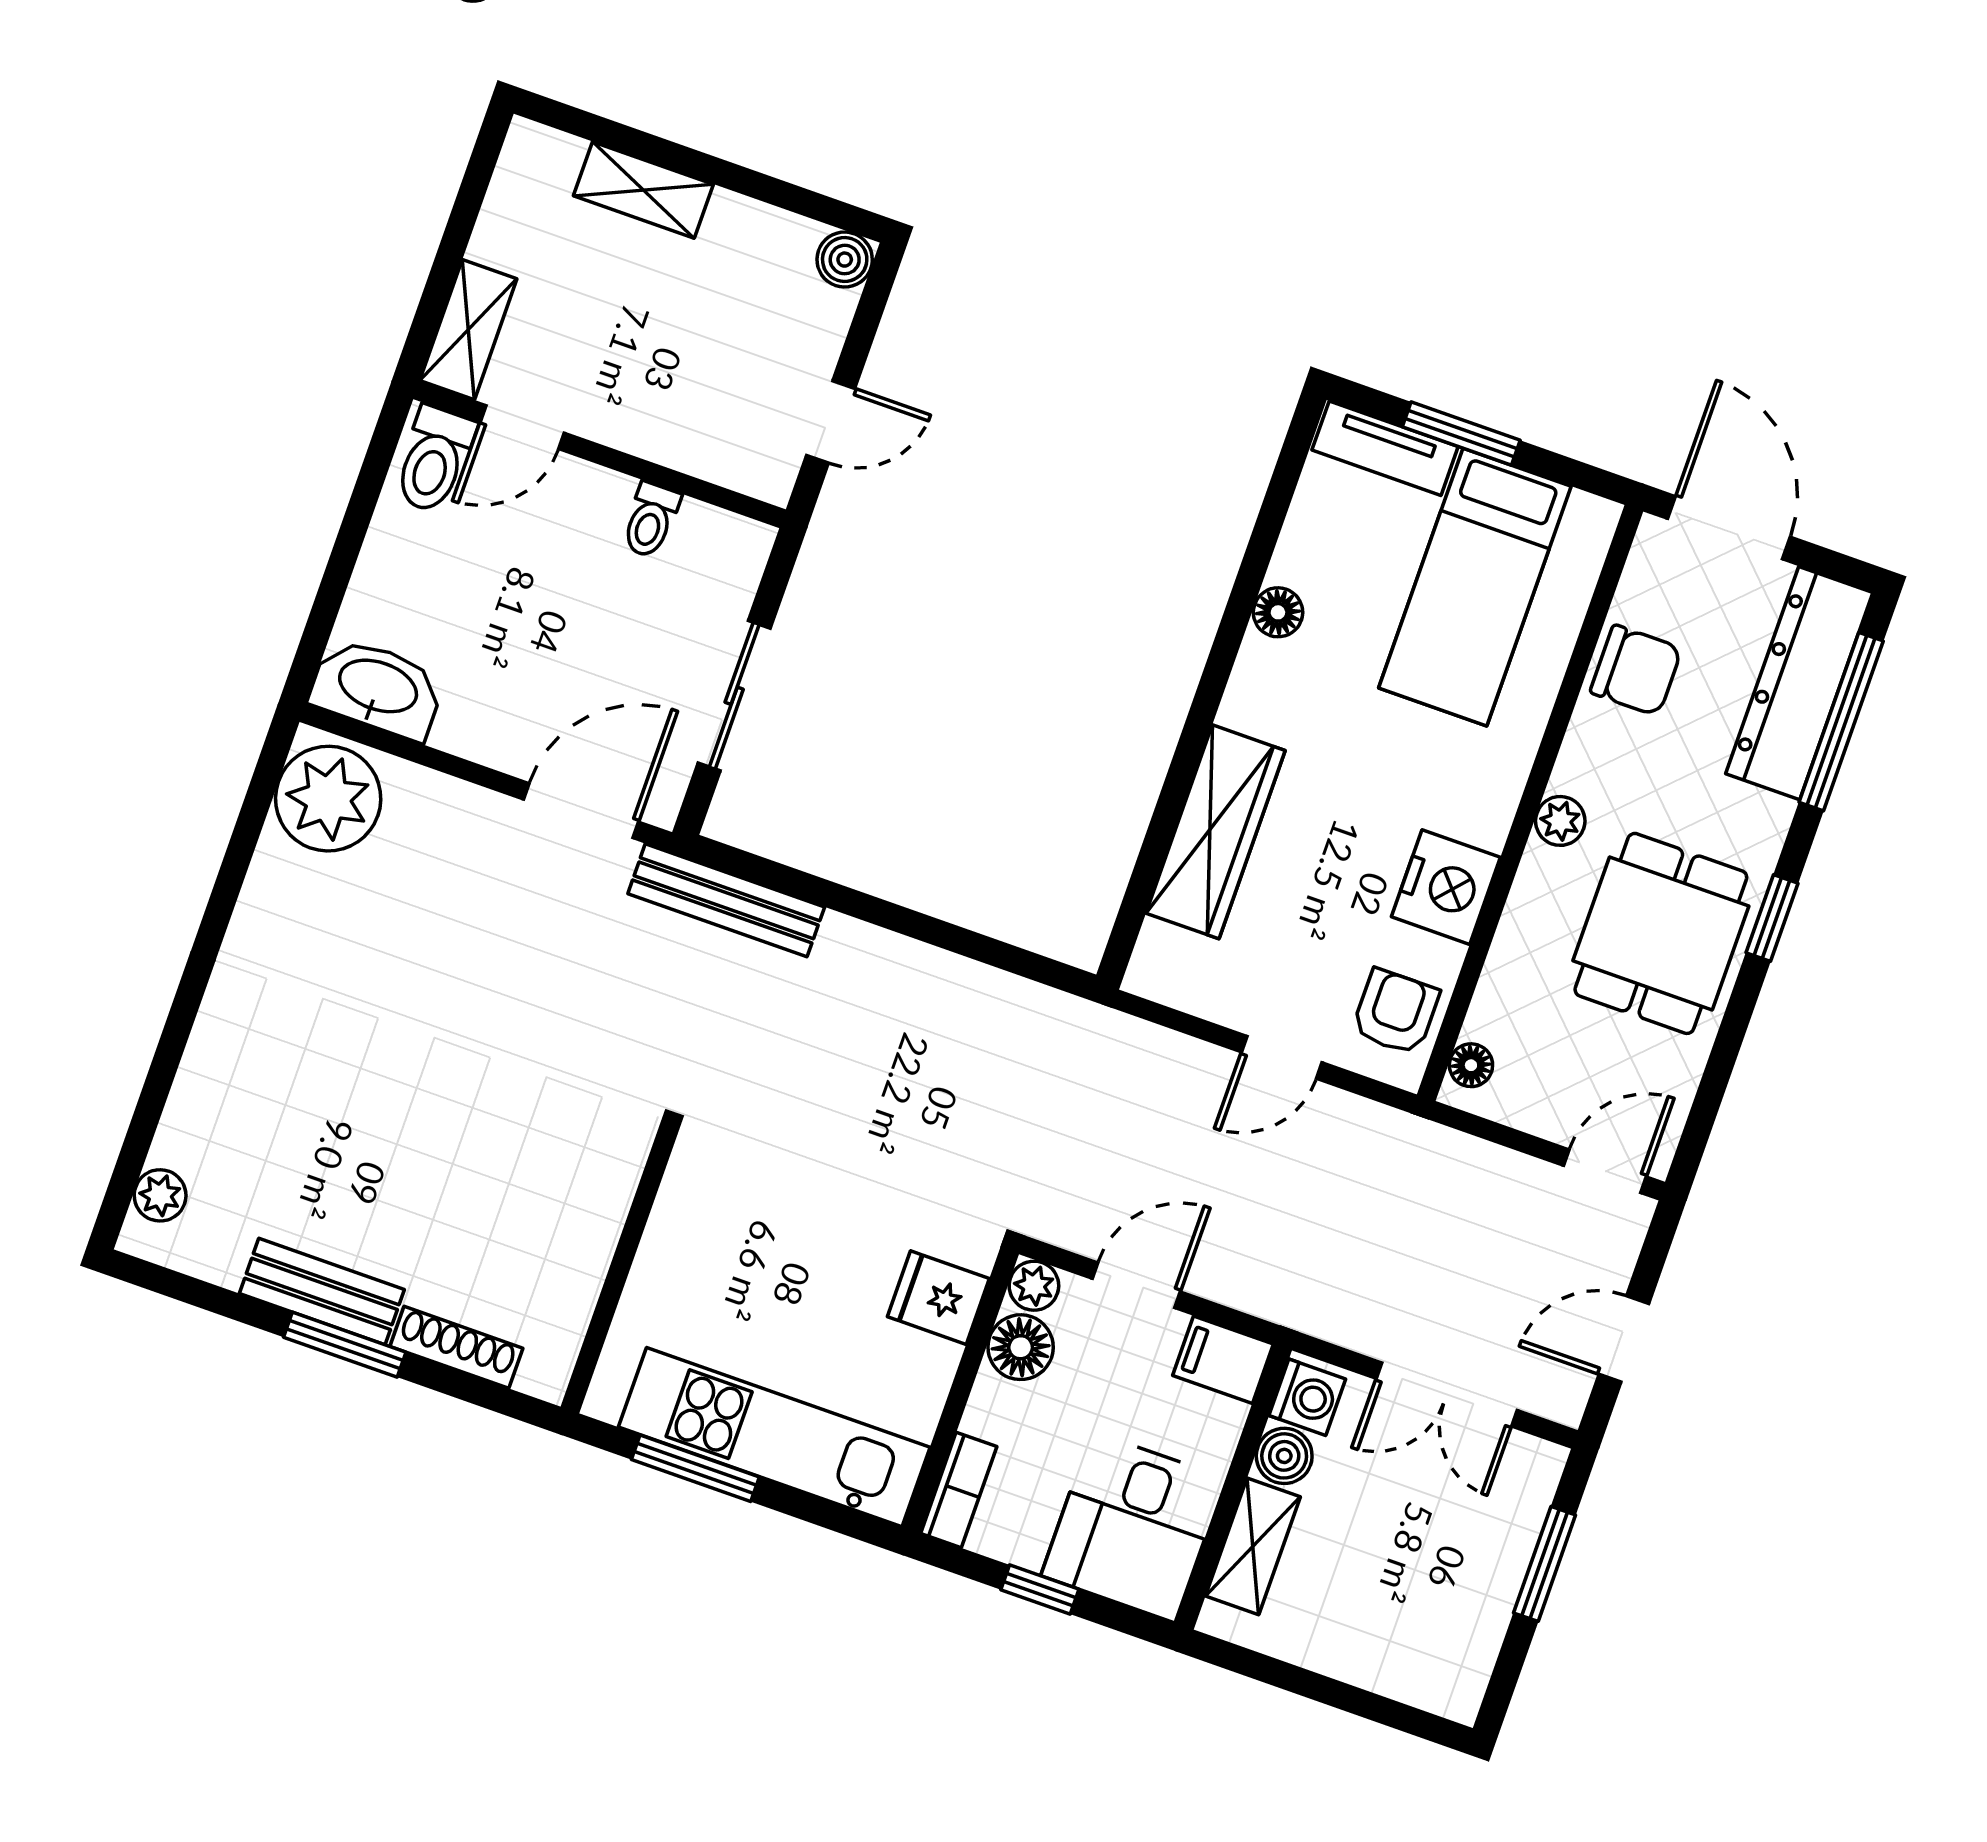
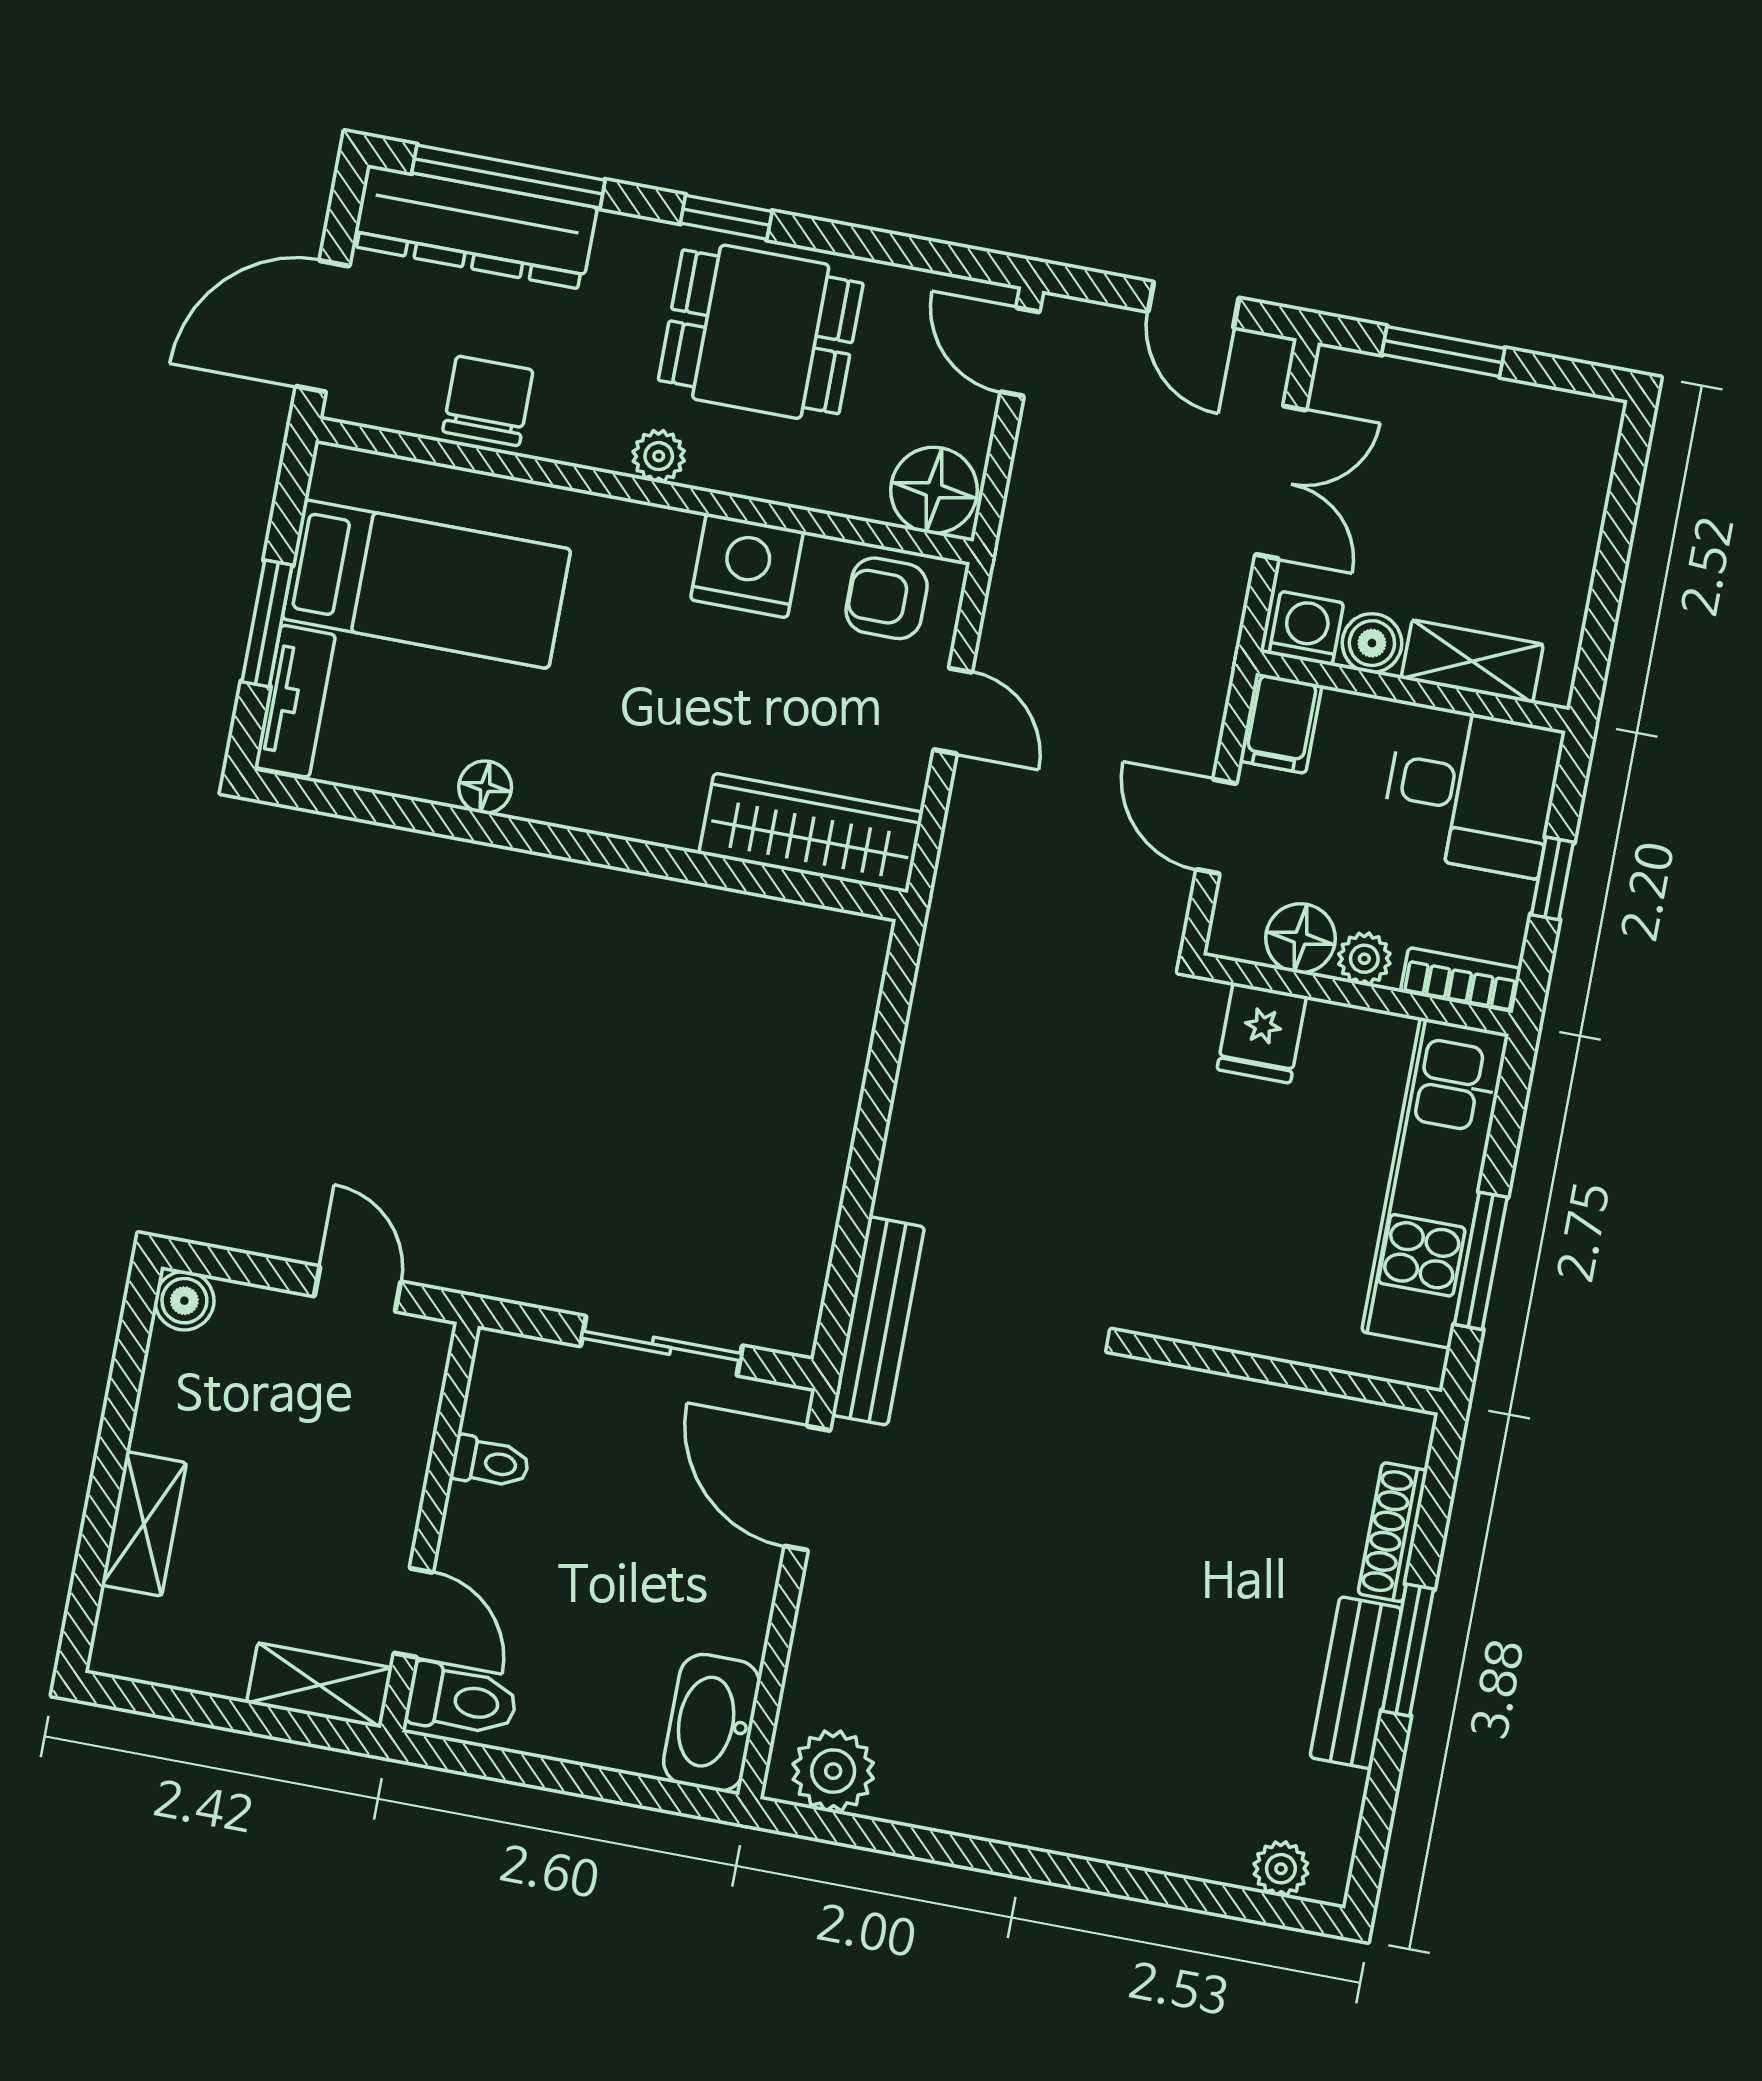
plant: (328, 799) -> (833, 1771), width x0.73, depth x0.73
wardrobe: (1216, 832) -> (811, 833), moved
floor lamp: (1471, 1065) -> (934, 490), width x1.89, depth x1.89
plant: (1034, 1286) -> (1364, 959), moved

